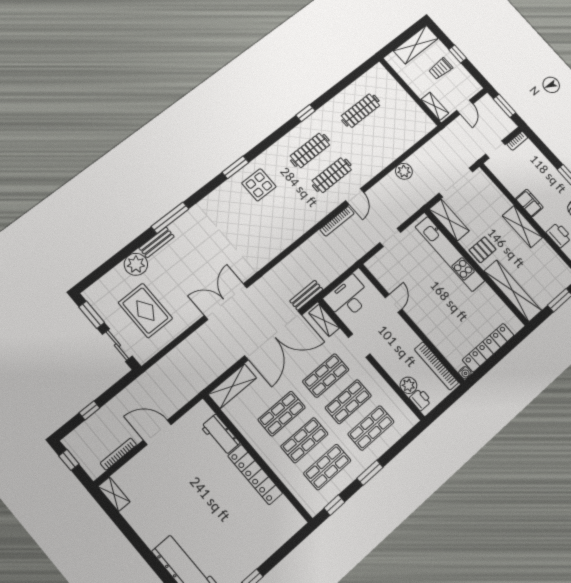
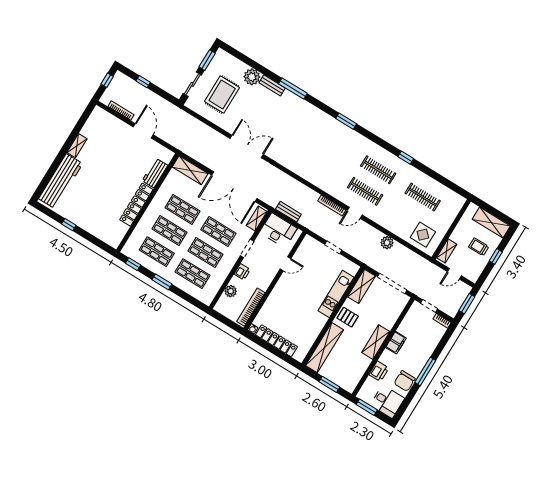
display table: (259, 185) -> (423, 235), moved
kitchen unit: (450, 254) -> (336, 294), width x0.73
bench: (306, 295) -> (288, 212), moved
printer: (420, 400) -> (242, 272), moved
shelving: (114, 494) -> (77, 146), moved

